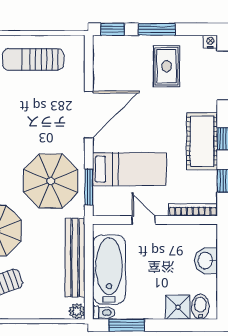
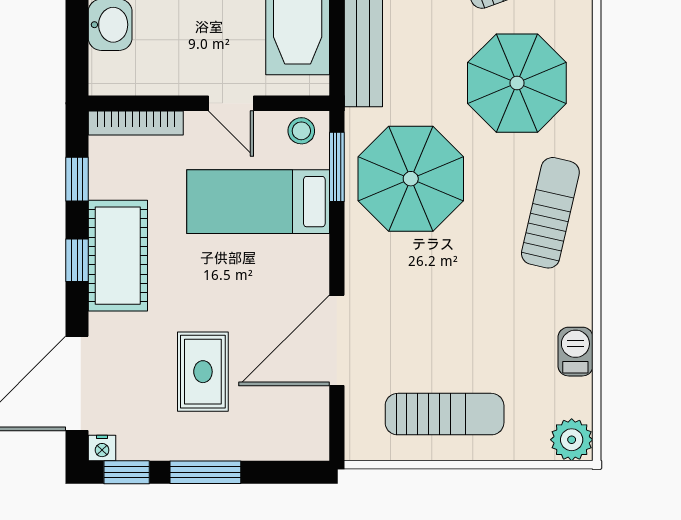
window: (112, 29) -> (127, 472), moved
rug: (167, 66) -> (203, 372), moved
door: (89, 114) -> (337, 340), moved
stool: (107, 206) -> (301, 131), added

